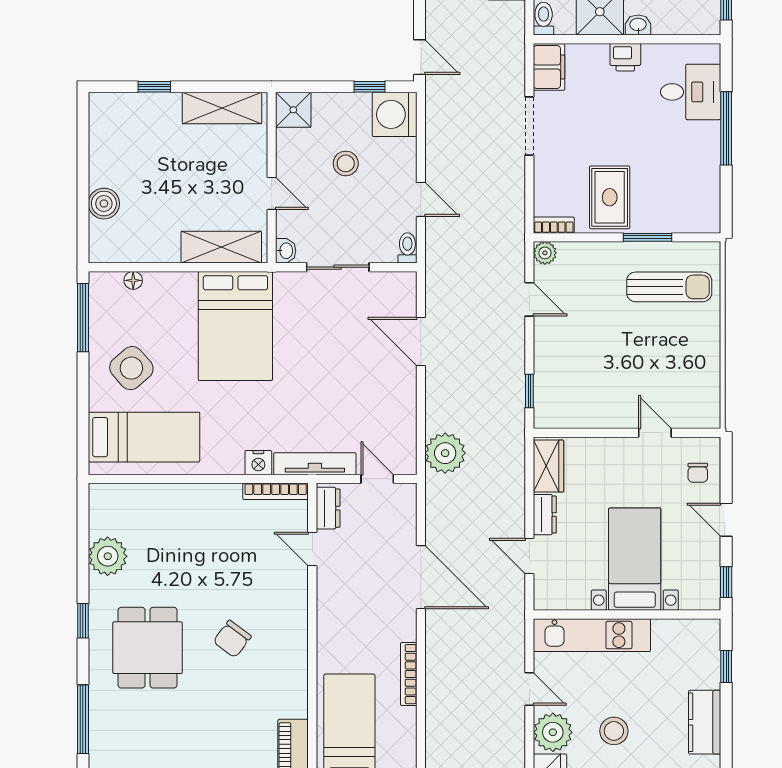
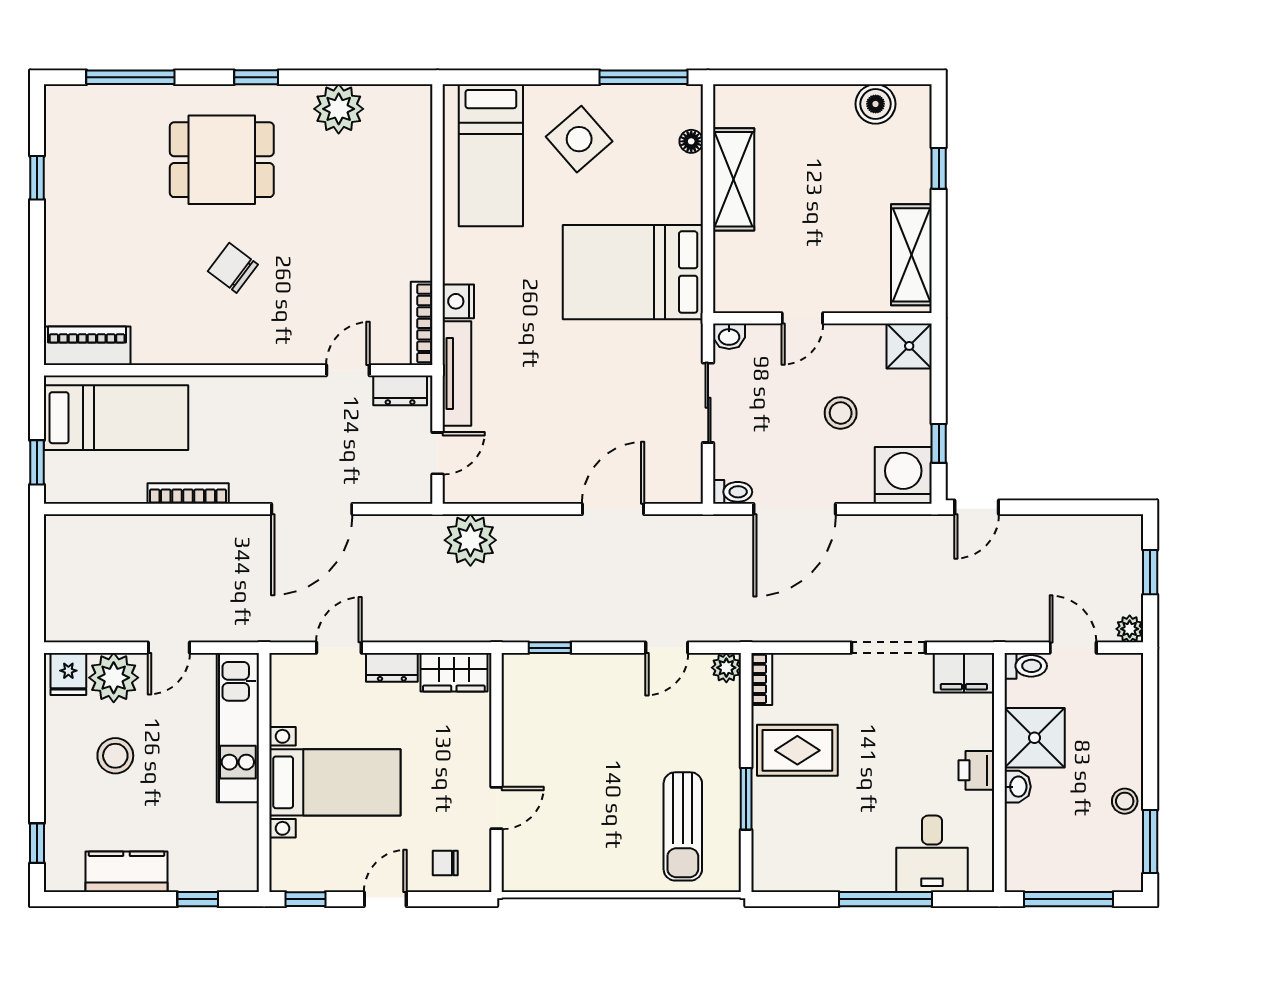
door: (421, 199) -> (795, 509), width x1.87
boiler: (104, 204) -> (876, 104), moved
shelving: (221, 247) -> (734, 179), moved

